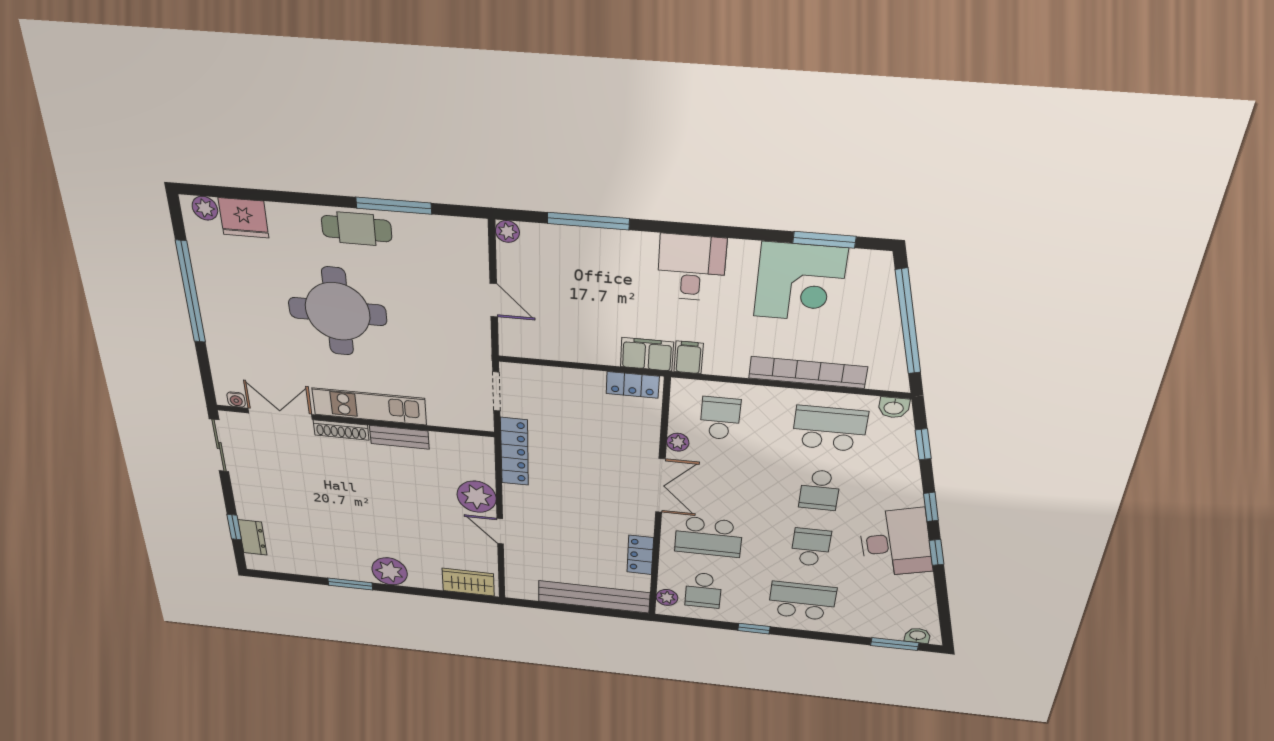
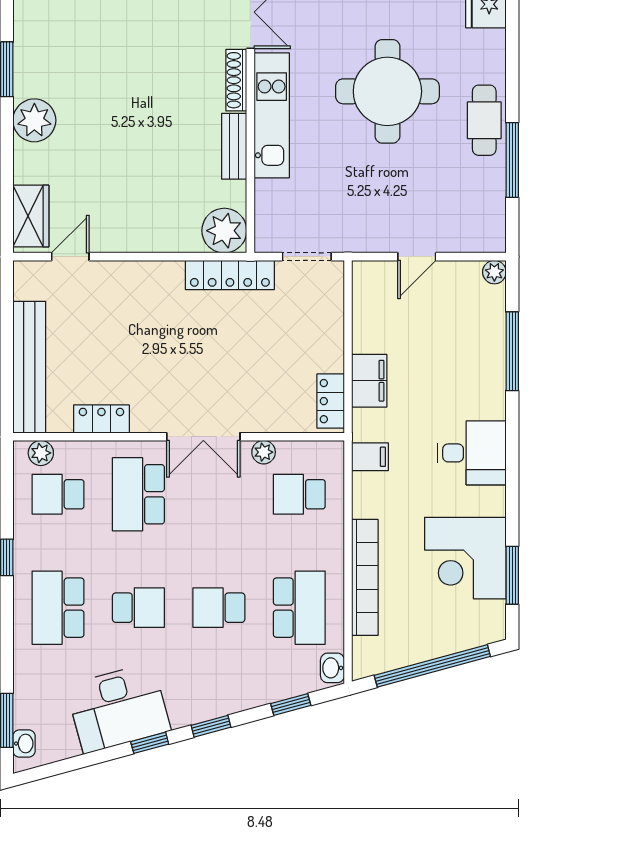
filing cabinet: (647, 354) -> (369, 381), moved
school desk: (720, 418) -> (299, 494), turned 180
plant: (477, 497) -> (224, 231), moved
door: (500, 531) -> (70, 257), moved
desk: (895, 543) -> (118, 708), moved
school desk: (802, 601) -> (58, 608), turned 180

